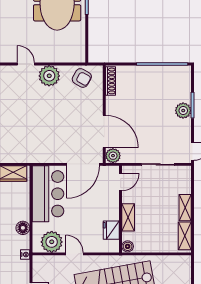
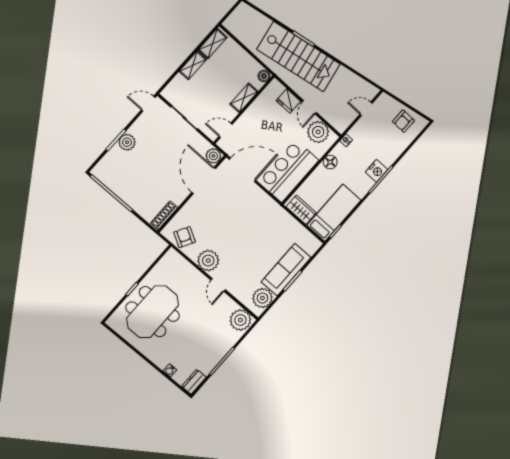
fridge: (111, 230) -> (288, 101), moved, turned 90

